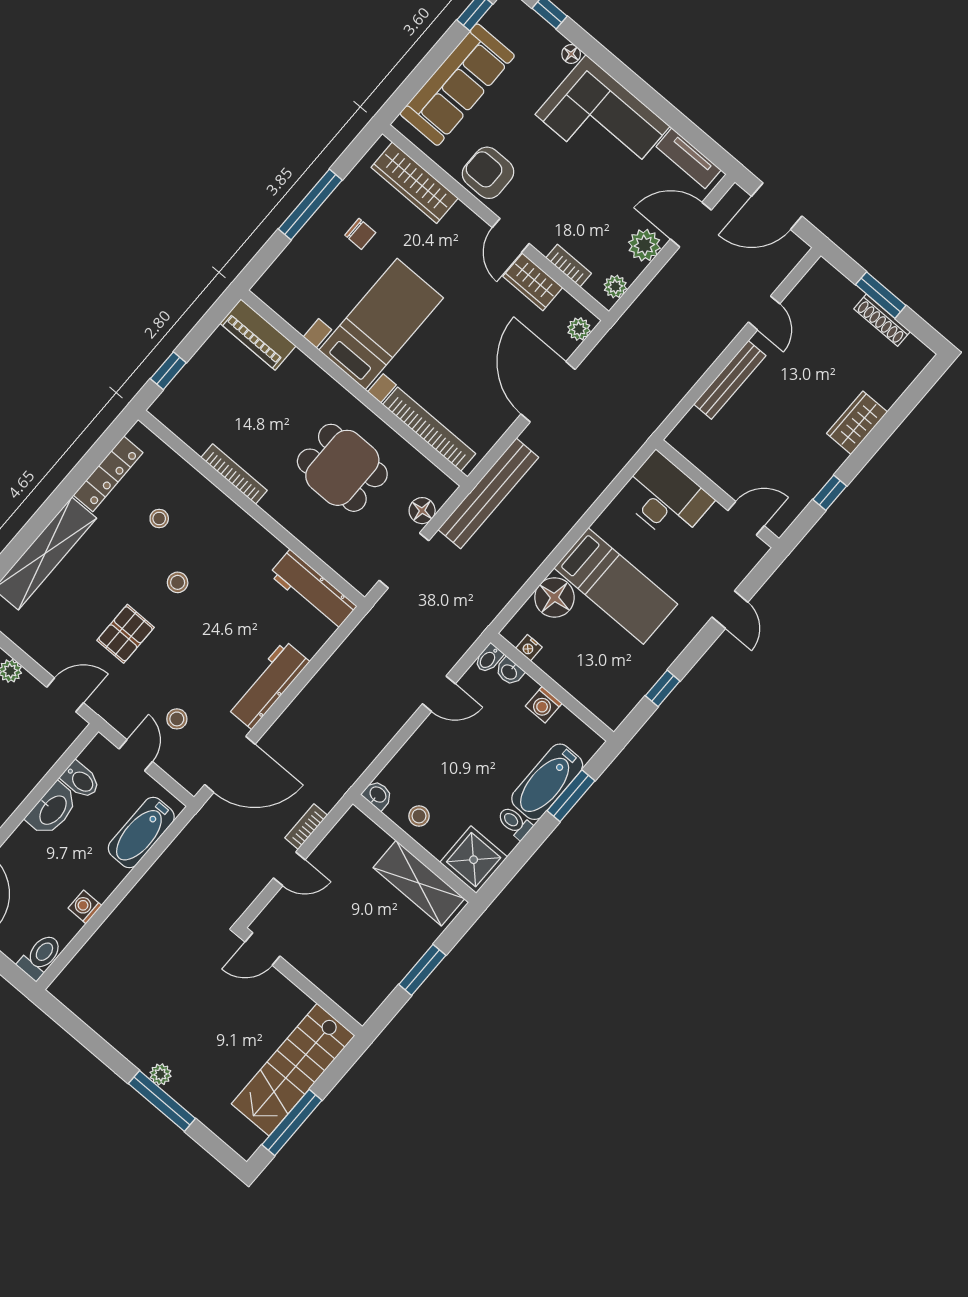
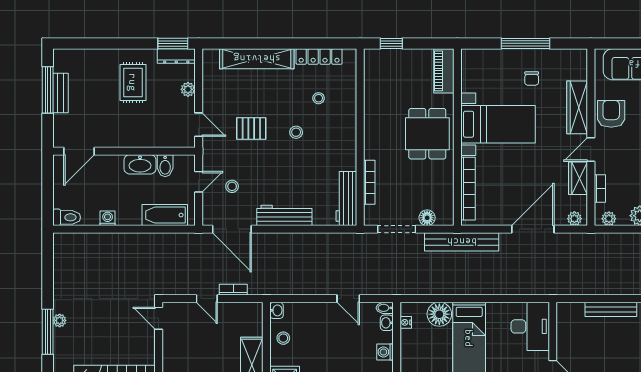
wardrobe: (415, 183) -> (577, 107), moved
dining table: (342, 468) -> (427, 134), moved
bookcase: (234, 474) -> (369, 182), moved

